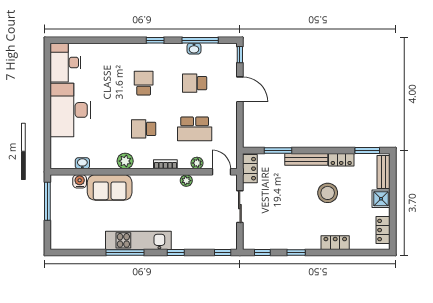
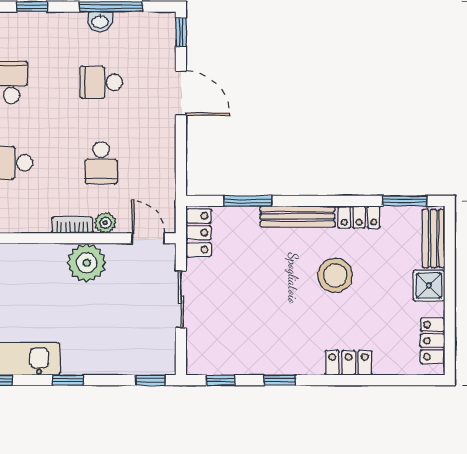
school desk: (195, 129) -> (101, 163), width x0.54
bookcase: (165, 164) -> (72, 225), moved
plant: (186, 181) -> (87, 263), width x1.88, depth x1.88

